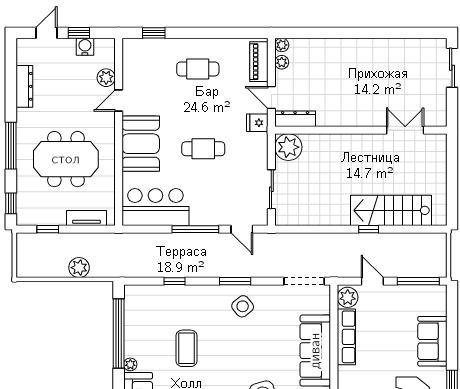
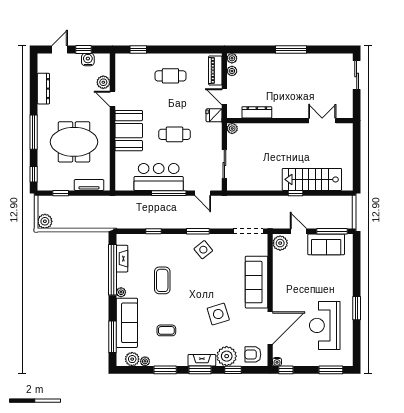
window: (362, 33) -> (291, 49), added
door: (119, 101) -> (112, 99), hinge flipped
dresser: (295, 119) -> (257, 112), moved
plant: (288, 147) -> (232, 128), width x0.53, depth x0.53
bar counter: (155, 207) -> (159, 177), moved
plant: (79, 268) -> (45, 221), moved
fireplace: (132, 319) -> (122, 259), added
row of seats: (346, 337) -> (279, 272), removed
sofa: (432, 341) -> (326, 244), moved, turned -90

